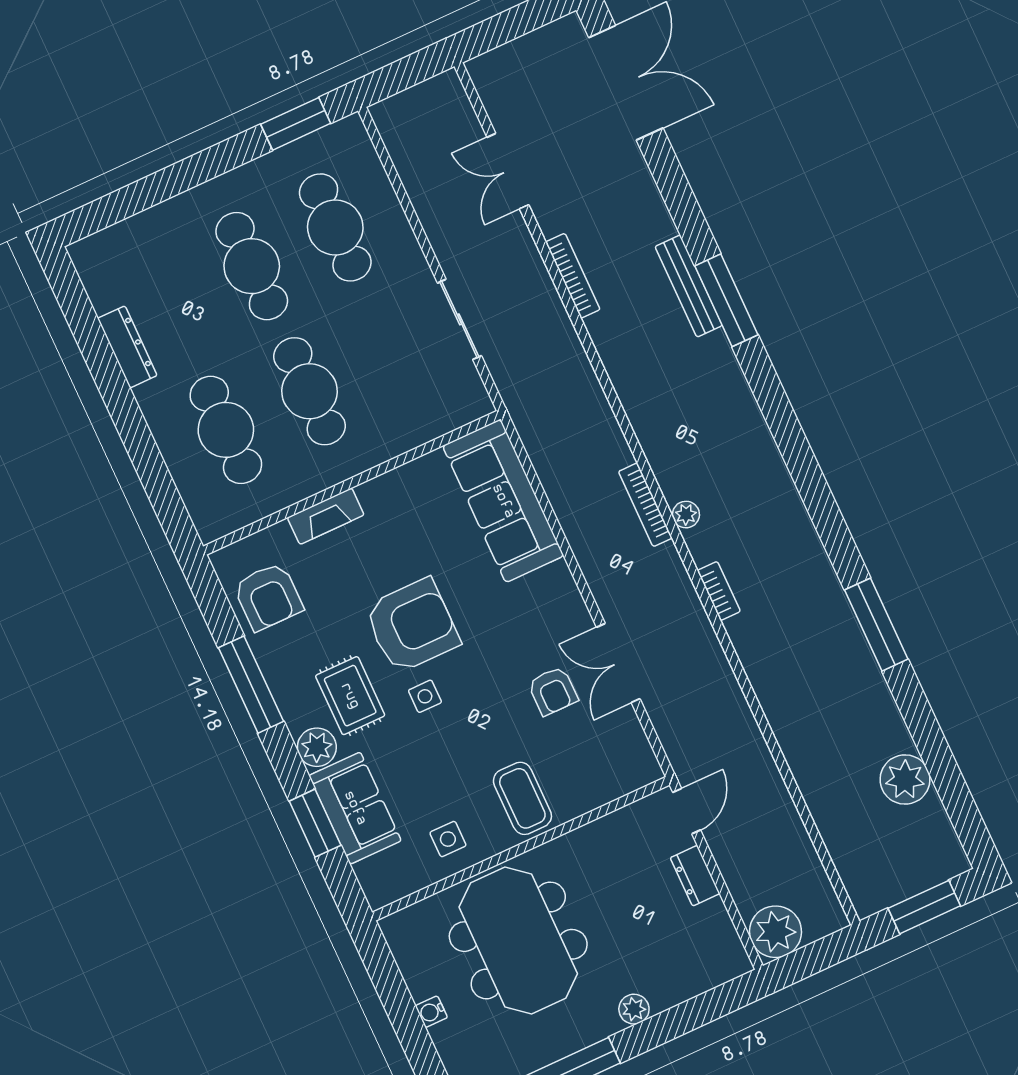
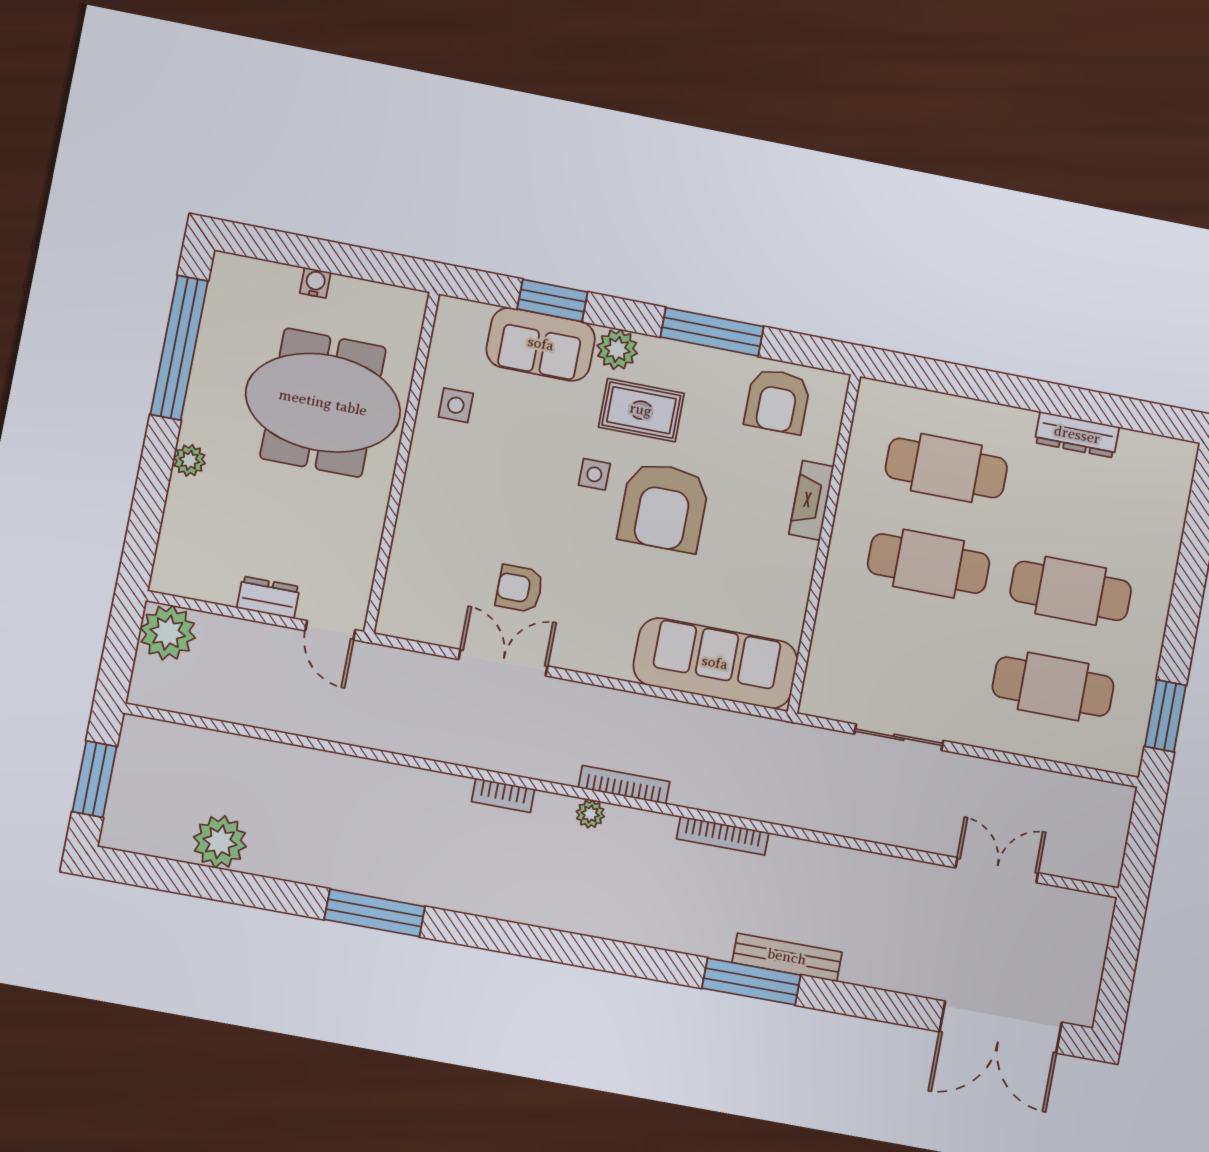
bookcase: (573, 276) -> (723, 836), moved
armchair: (268, 597) -> (777, 401), turned -90
coffee table: (522, 798) -> (445, 495), removed

